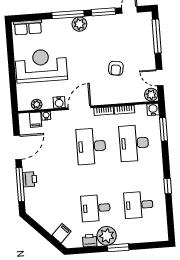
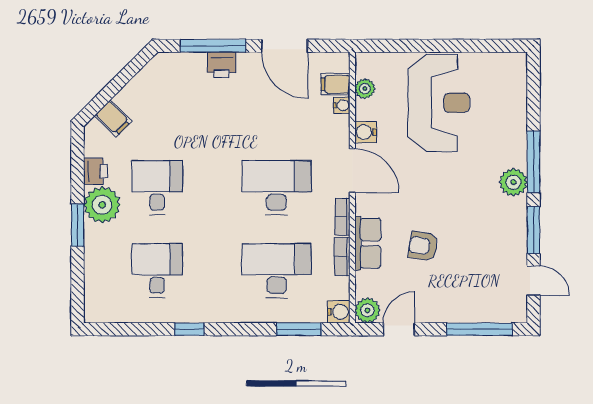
row of seats: (28, 27) -> (368, 243), moved, turned 180

